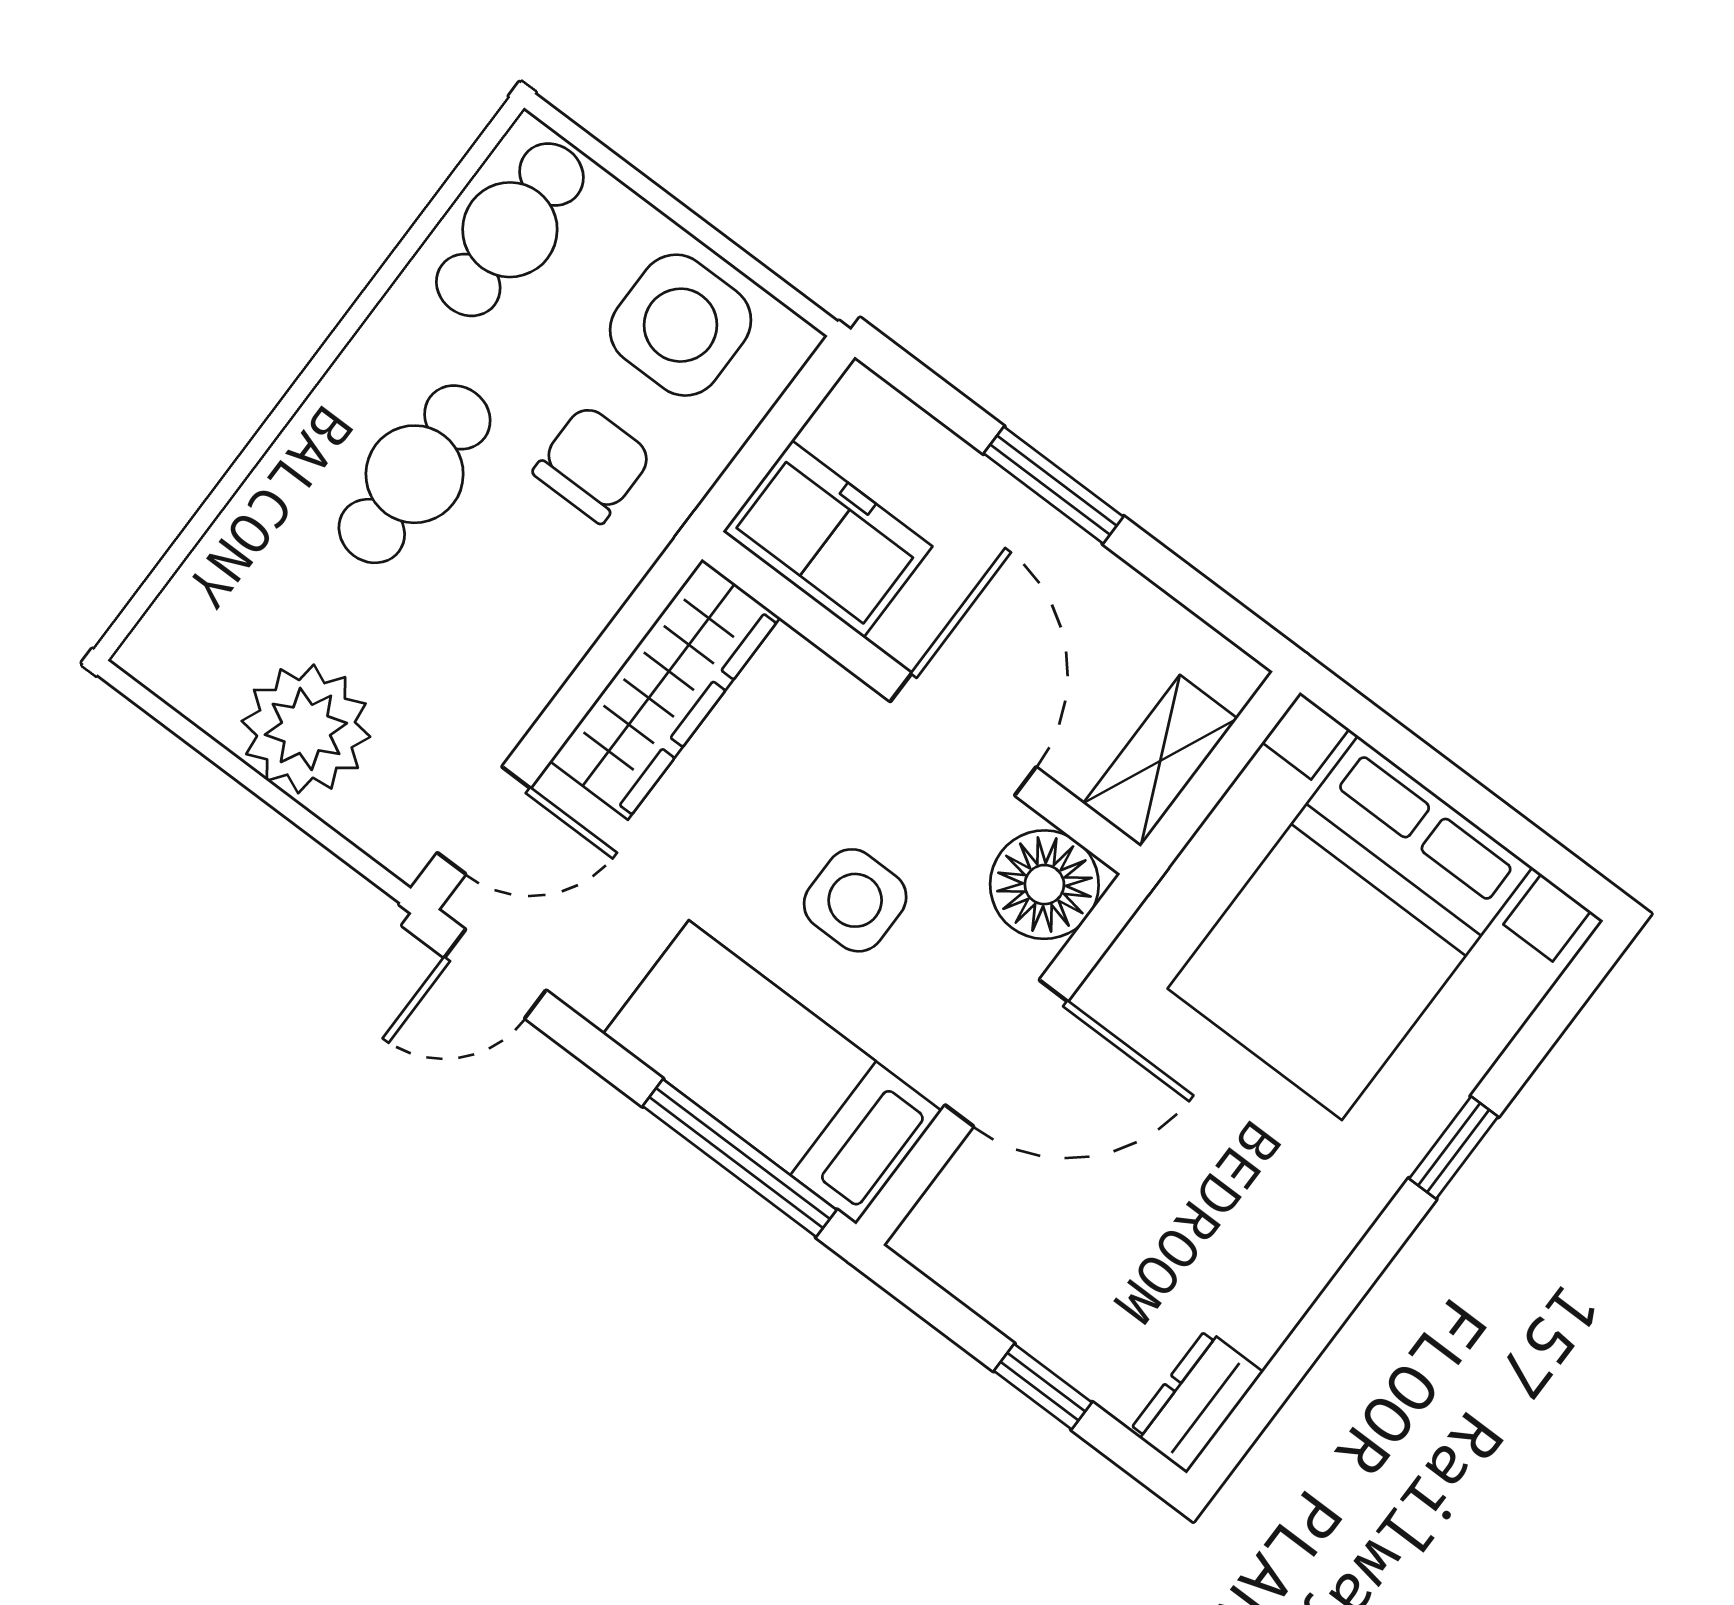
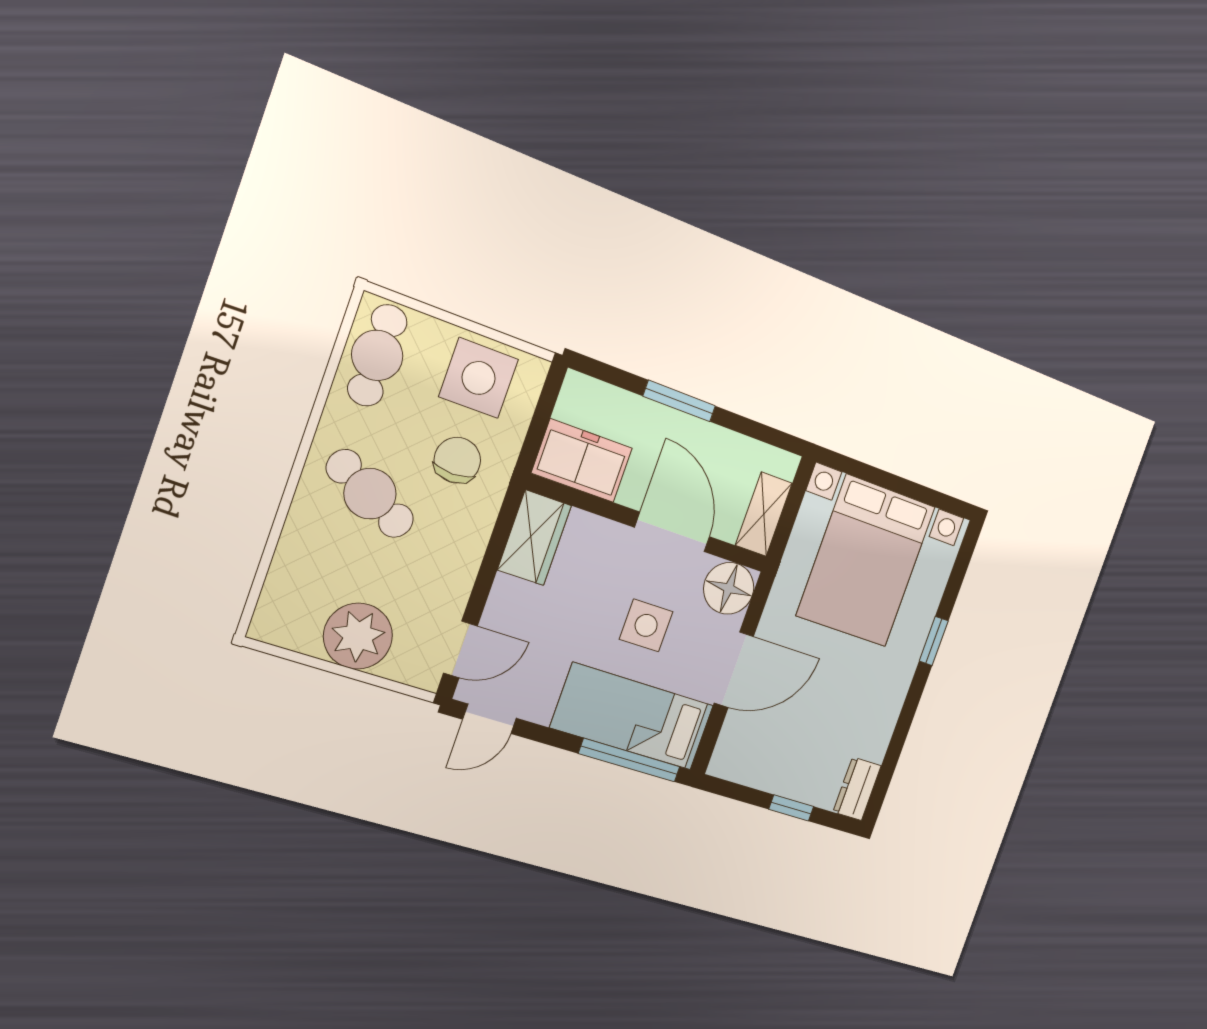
cafe table: (415, 474) -> (370, 494), turned -62
wardrobe: (665, 689) -> (534, 538), width x0.67

